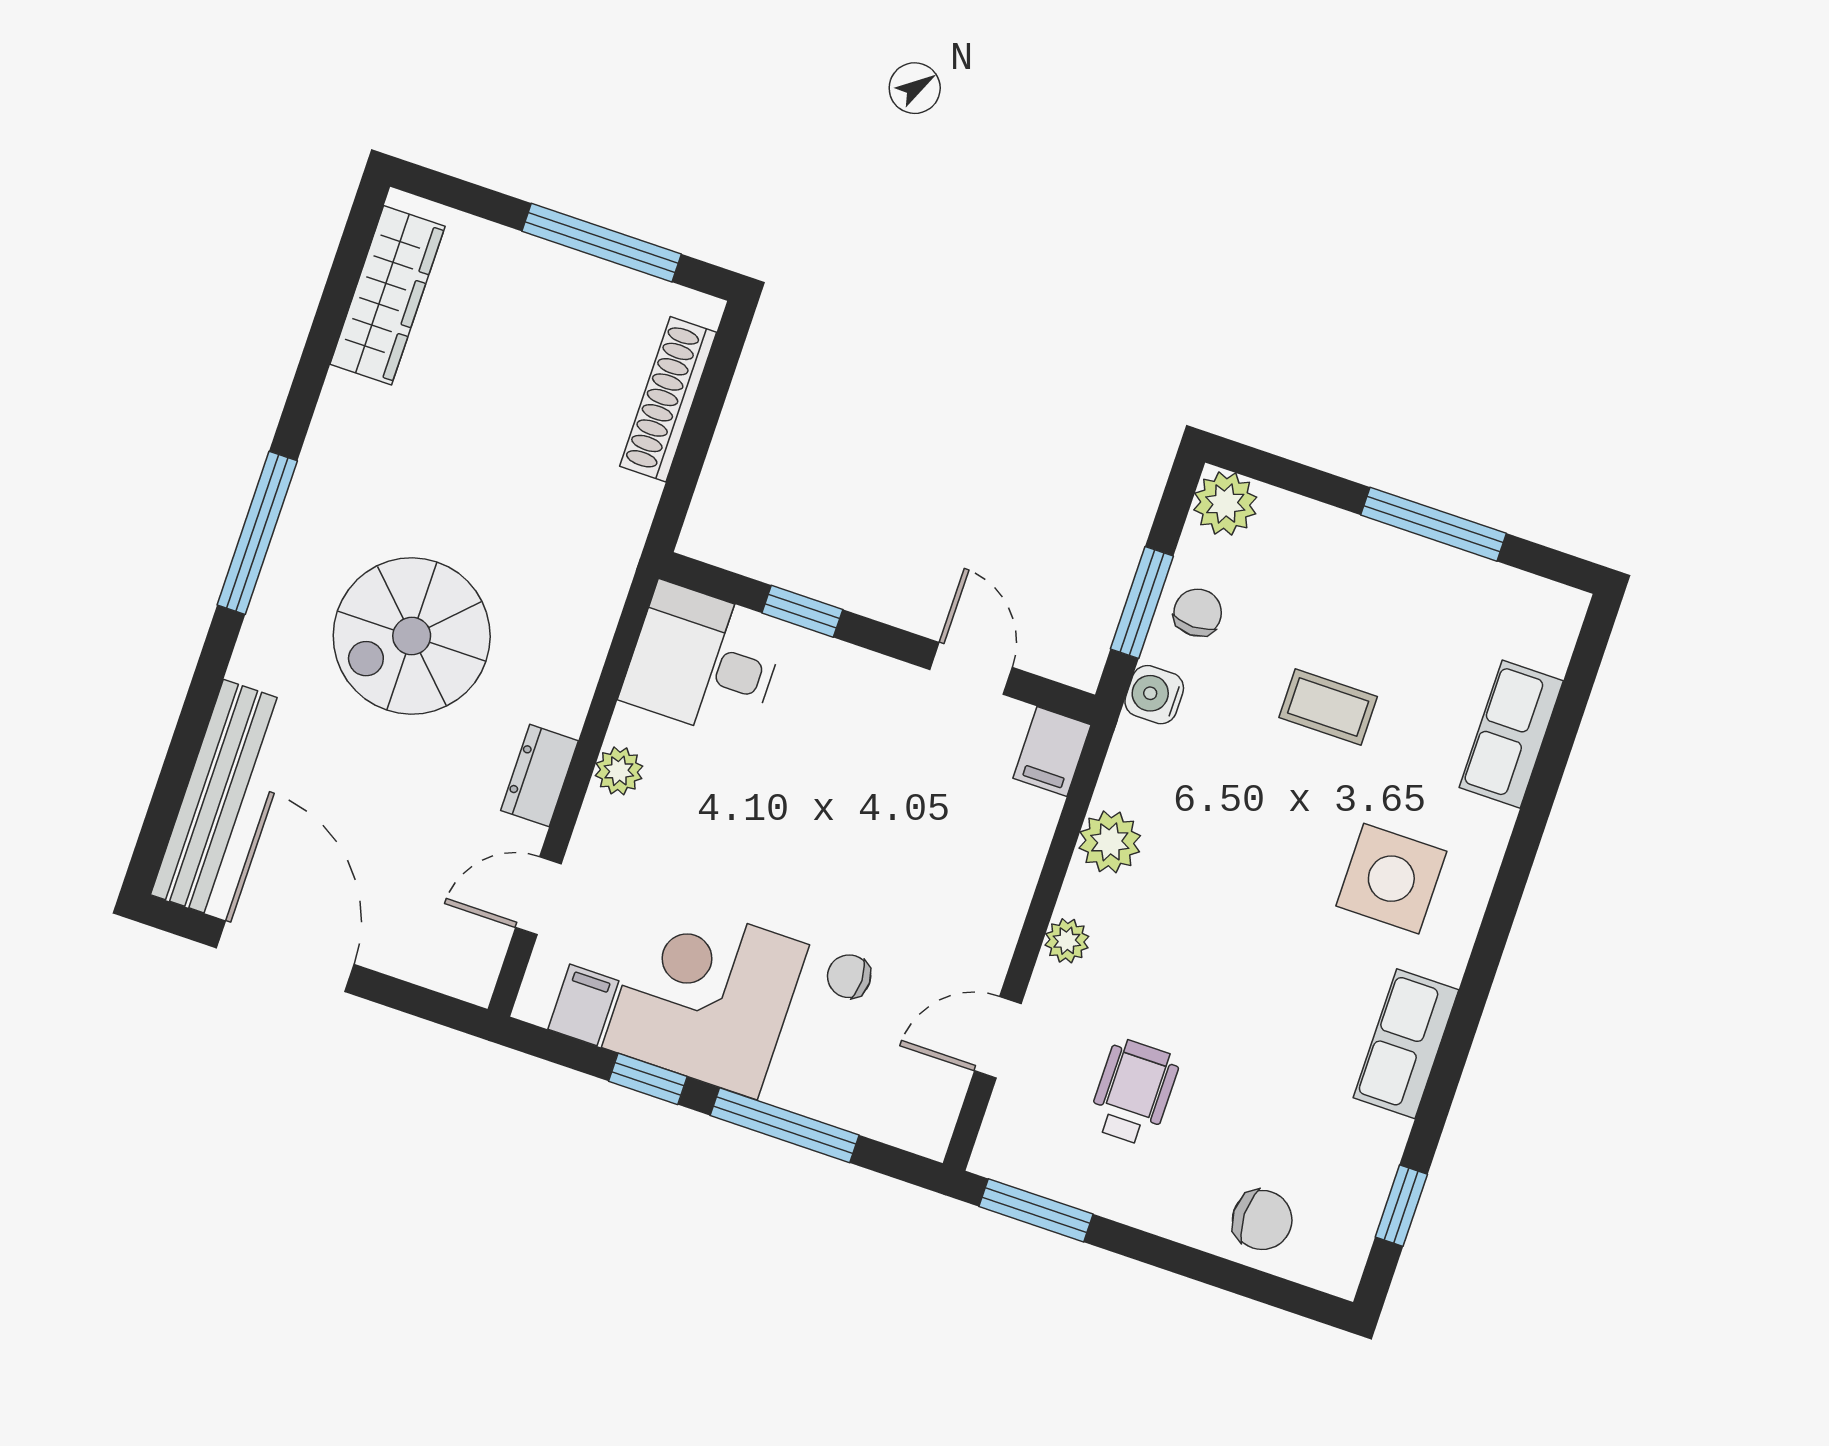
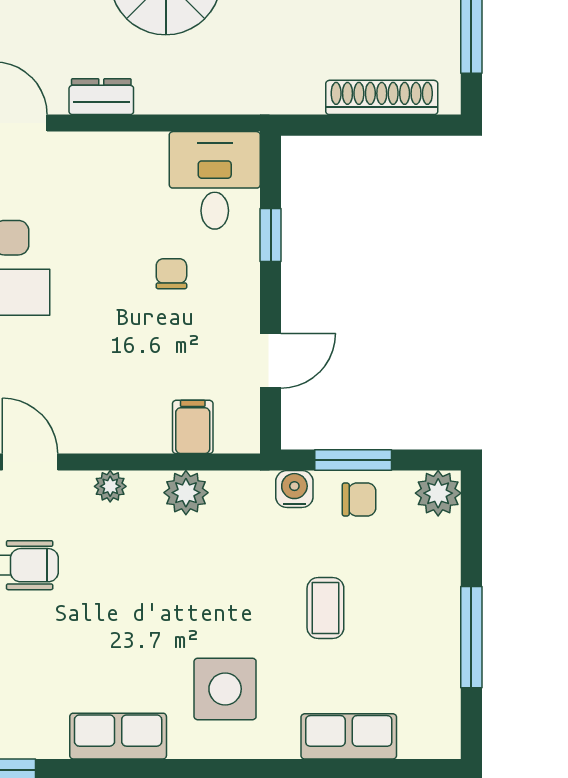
filing cabinet: (1052, 752) -> (193, 427), moved, turned 90
plant: (619, 771) -> (122, 149), removed
chair: (849, 976) -> (171, 274), moved

